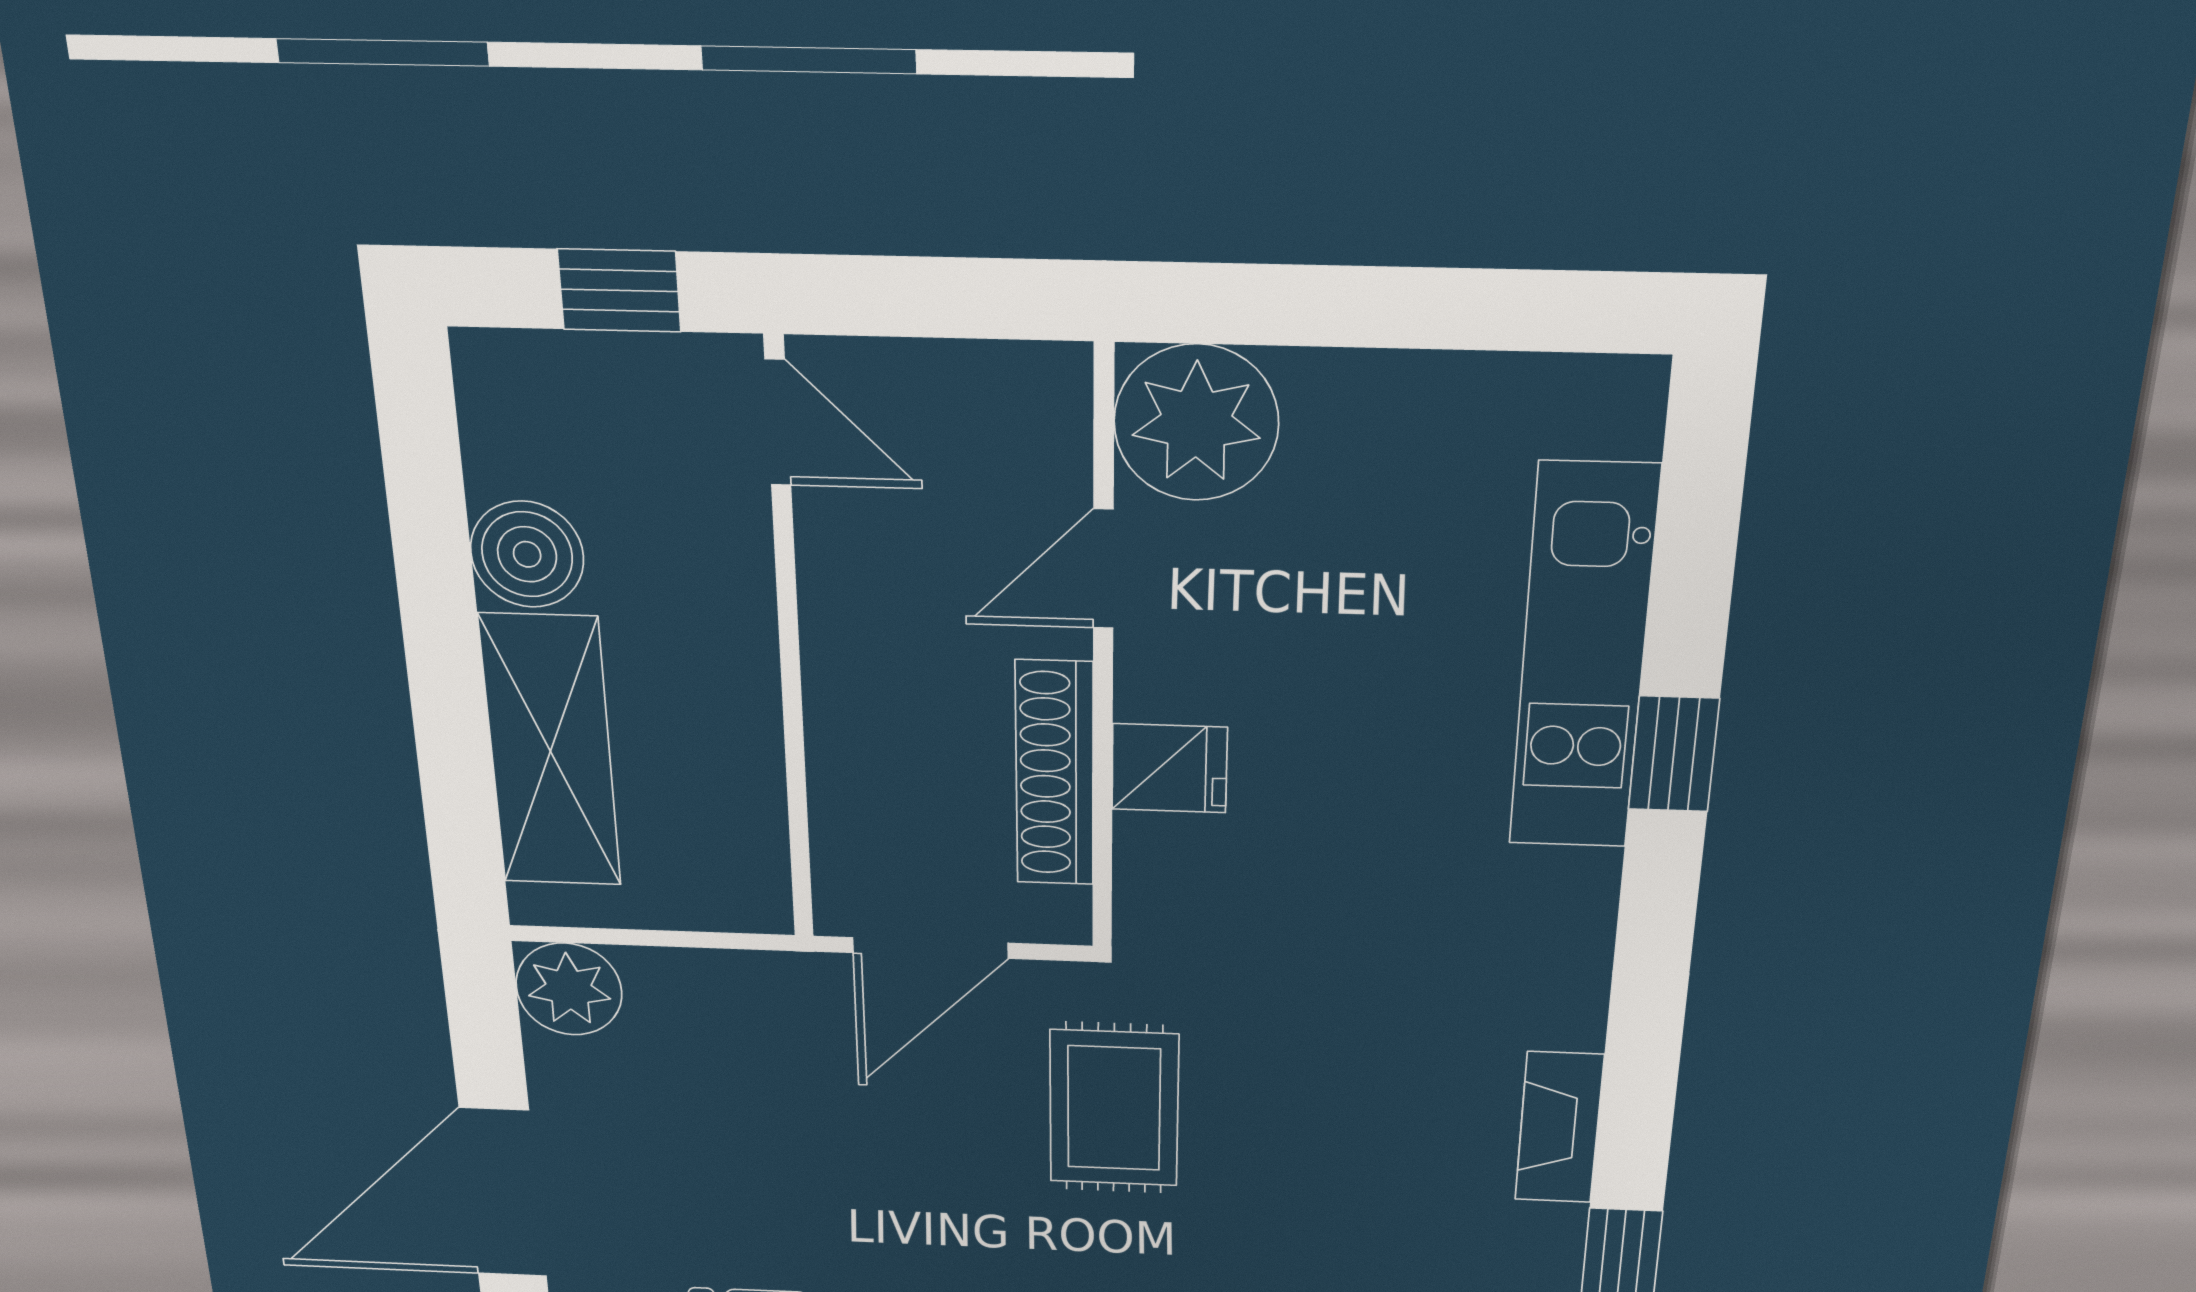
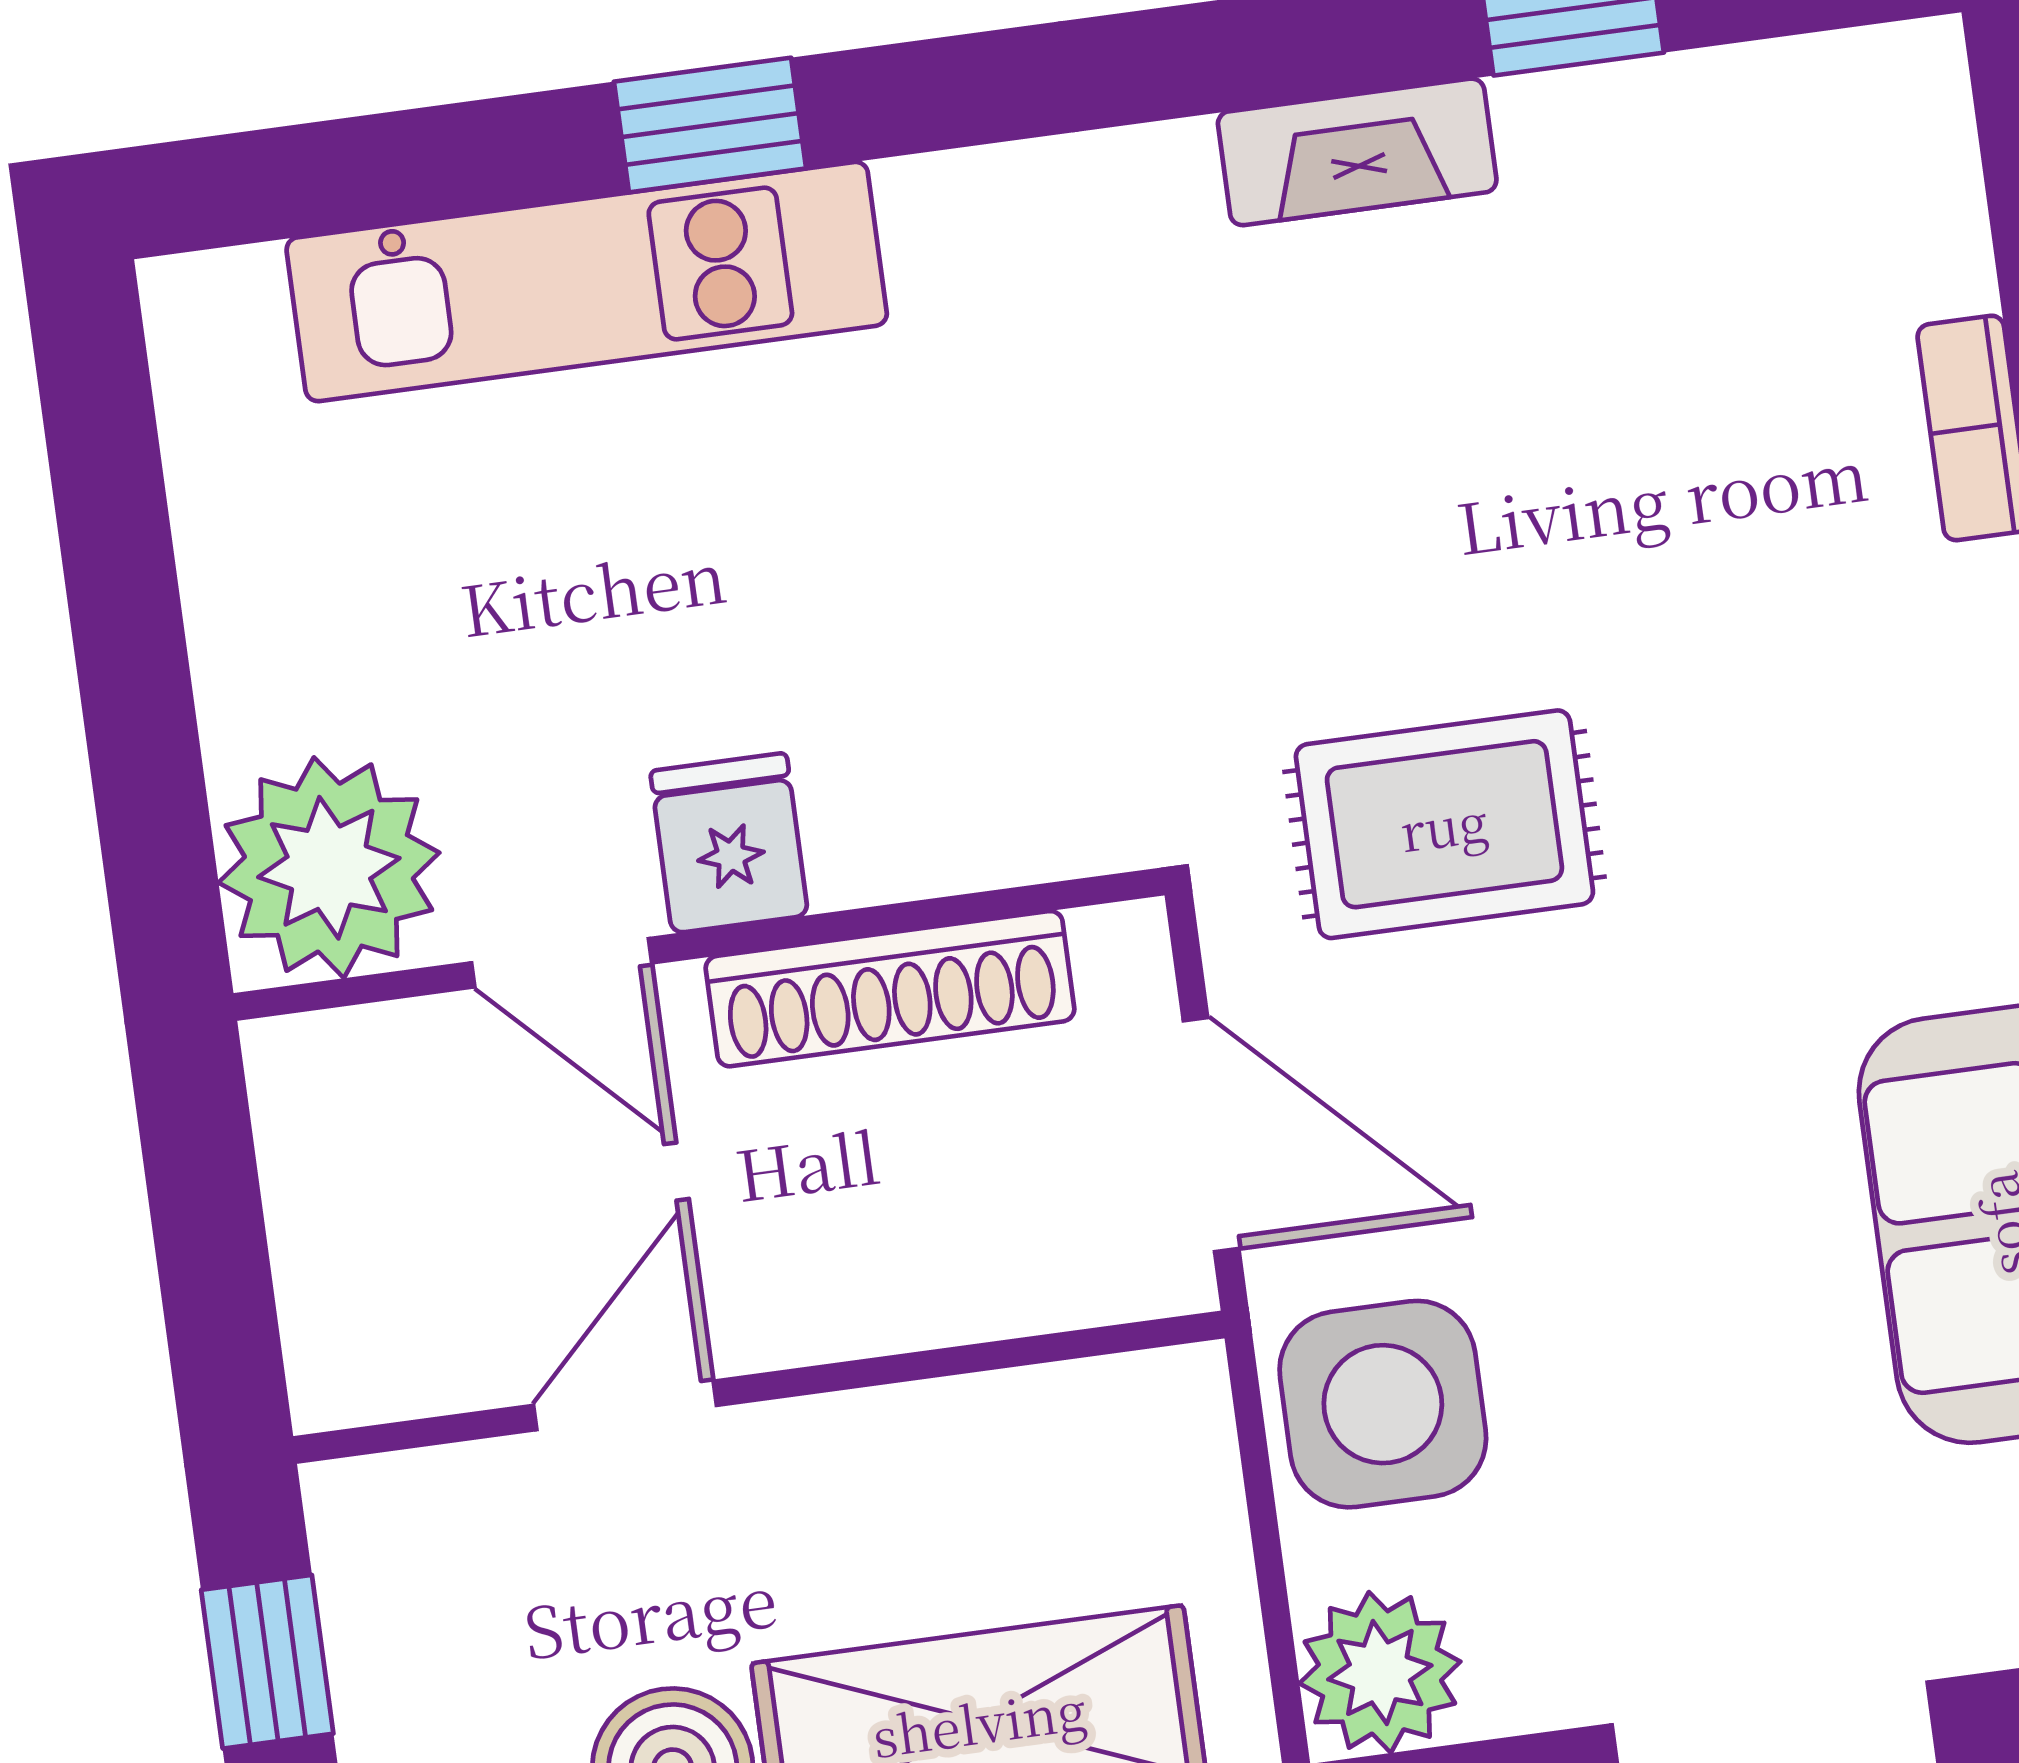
door: (778, 423) -> (625, 1405), moved
fridge: (1169, 768) -> (729, 843), moved
side table: (743, 1017) -> (1383, 1404), added

